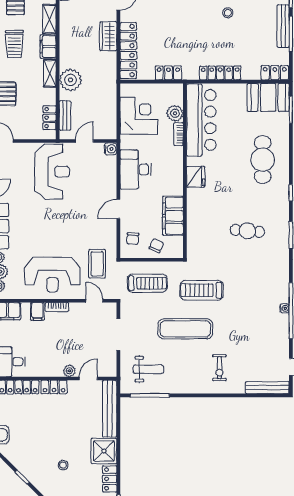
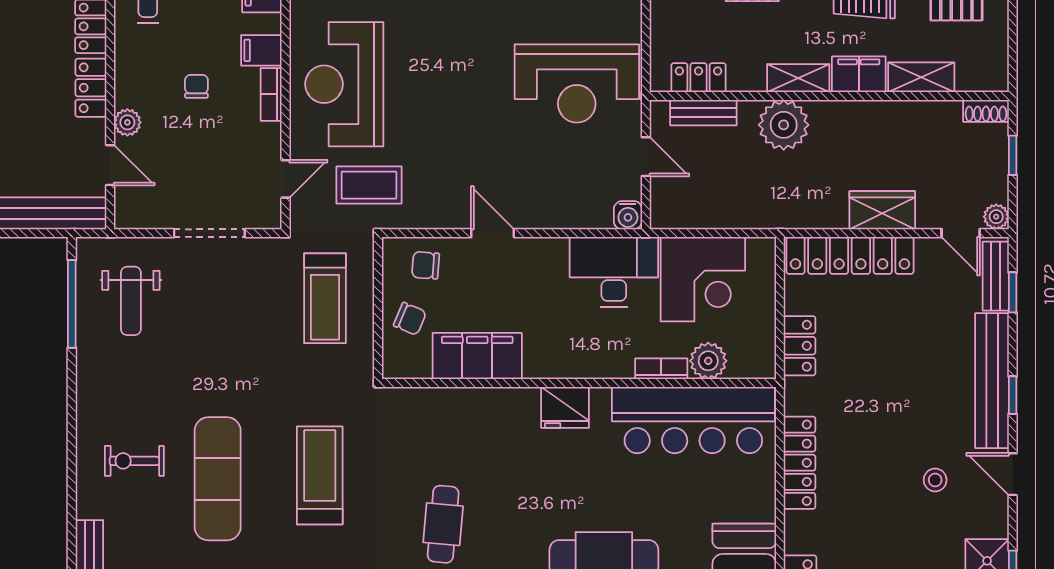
desk: (136, 170) -> (614, 272), moved
treadmill: (202, 290) -> (320, 475), moved
exercise mat: (185, 329) -> (218, 479), moved
chair: (53, 340) -> (196, 86), added

